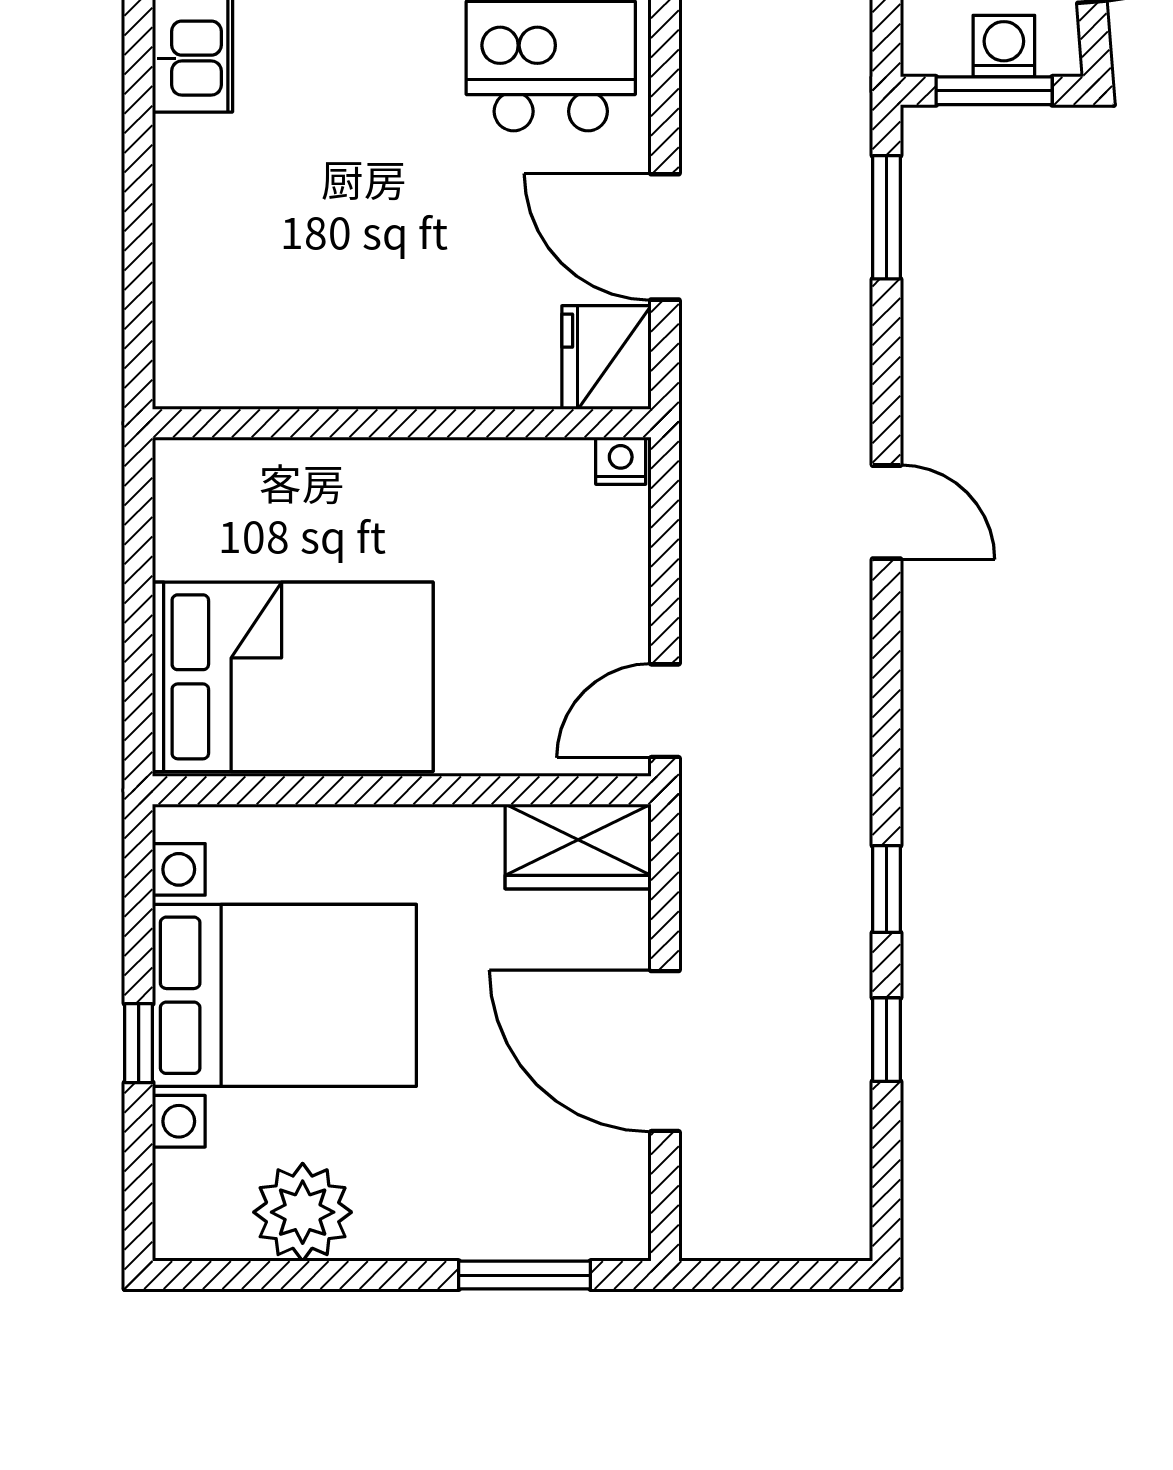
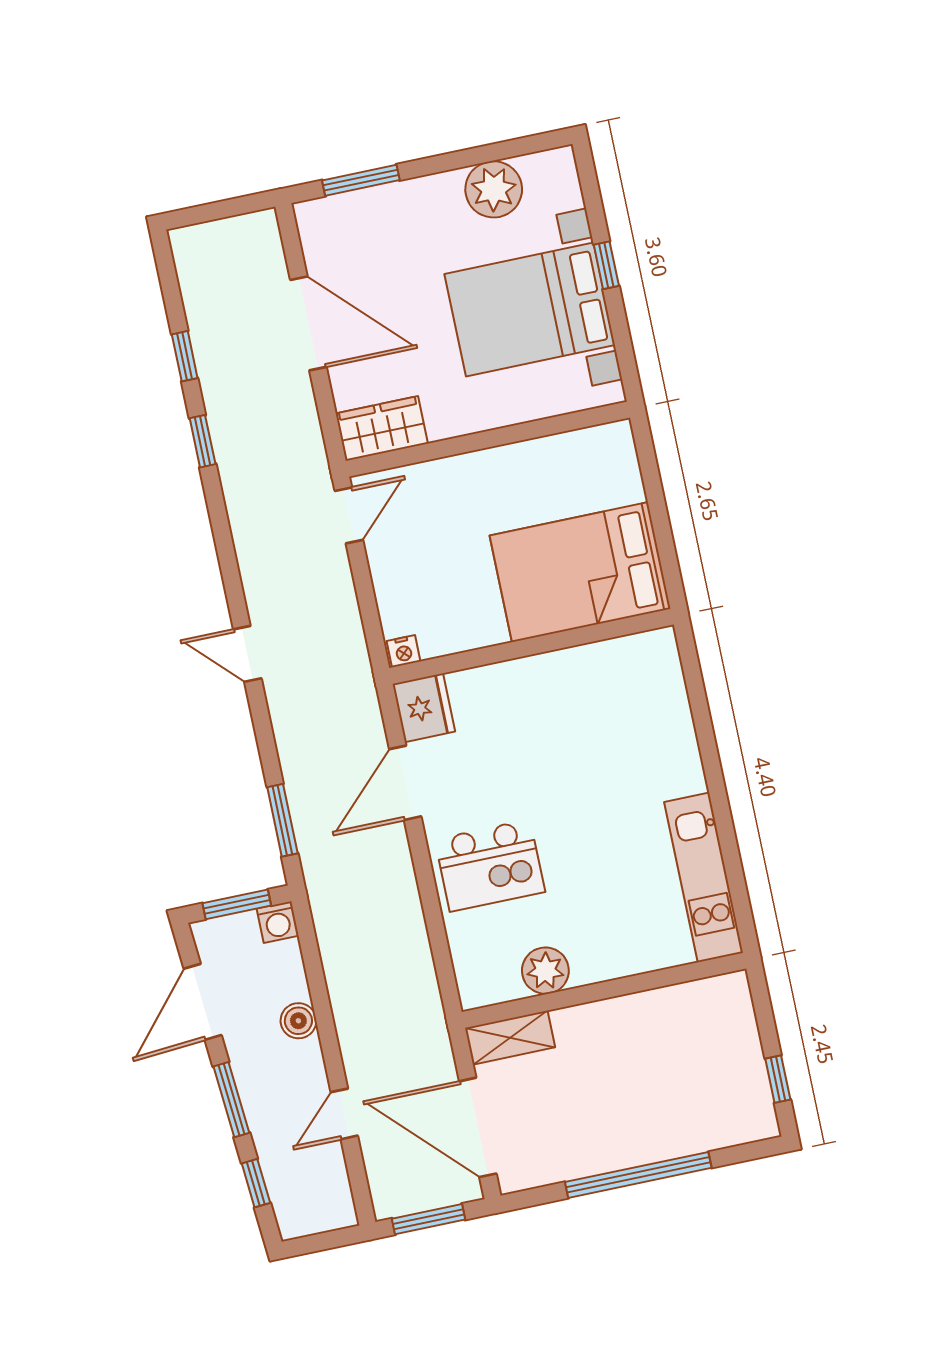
washing machine: (1004, 46) -> (278, 922), moved
door: (665, 237) -> (405, 783), swing flipped
bed: (293, 677) -> (580, 572), moved

